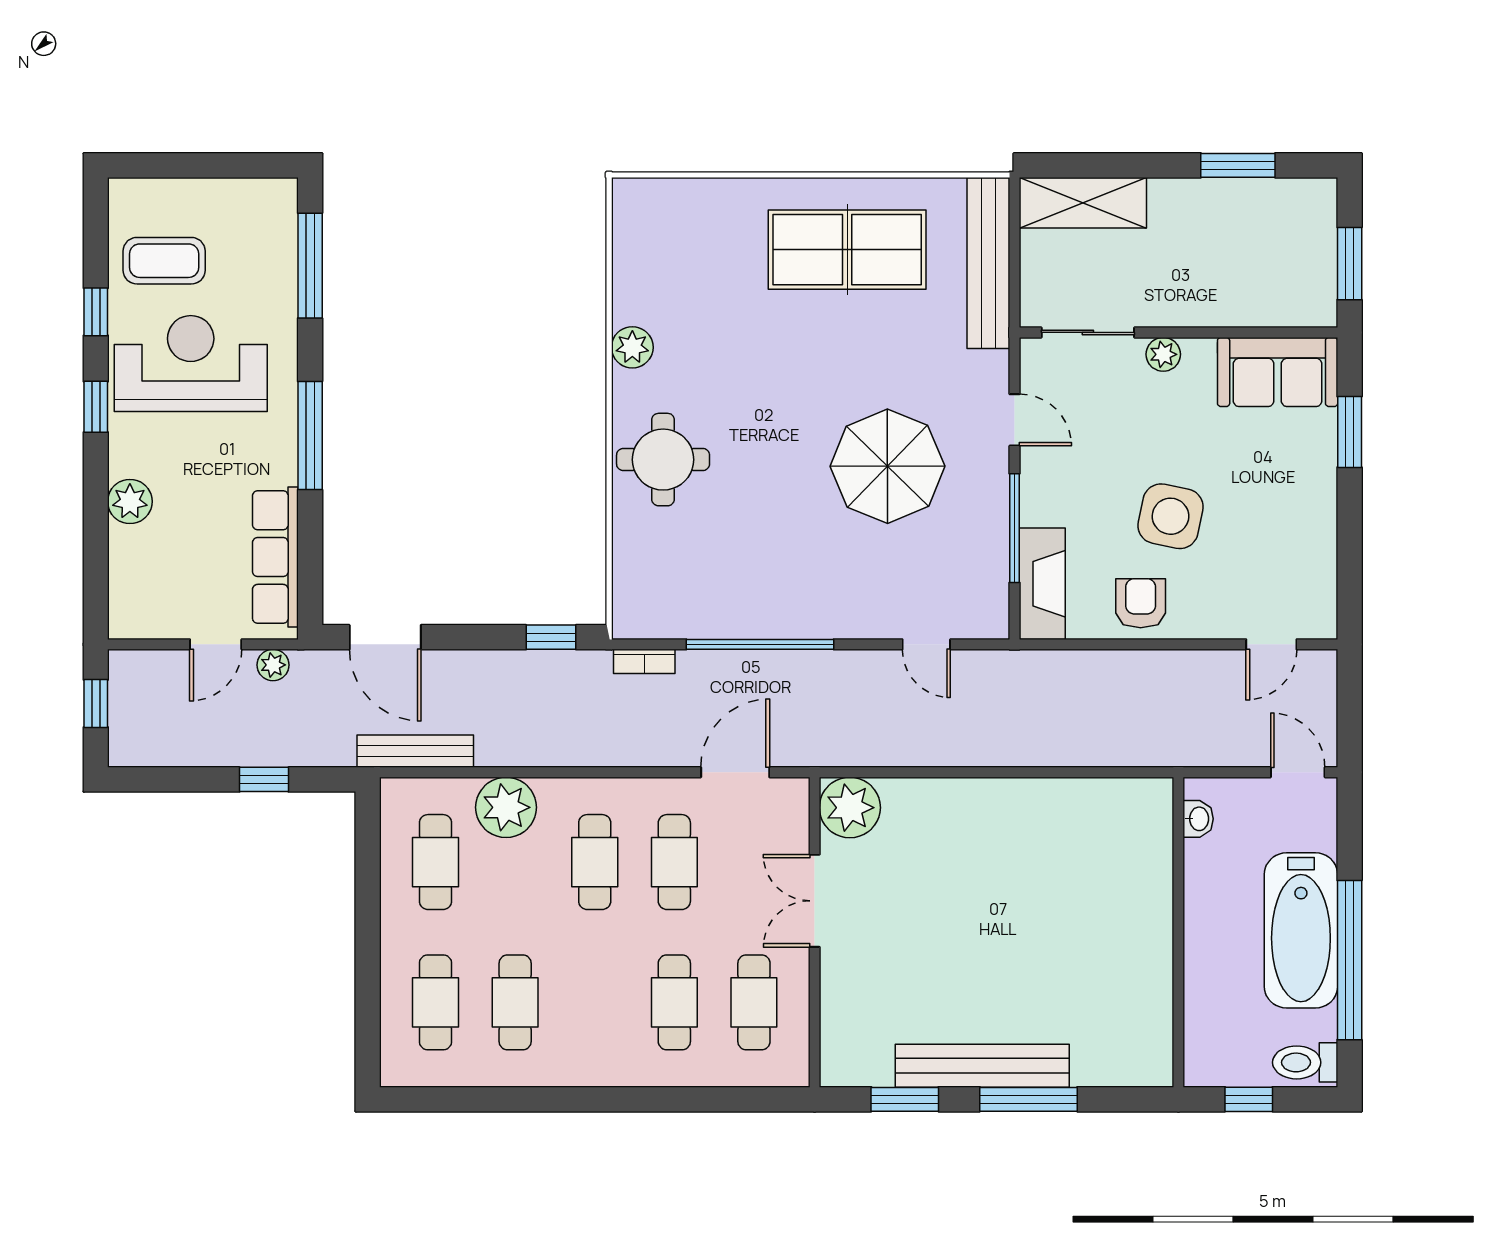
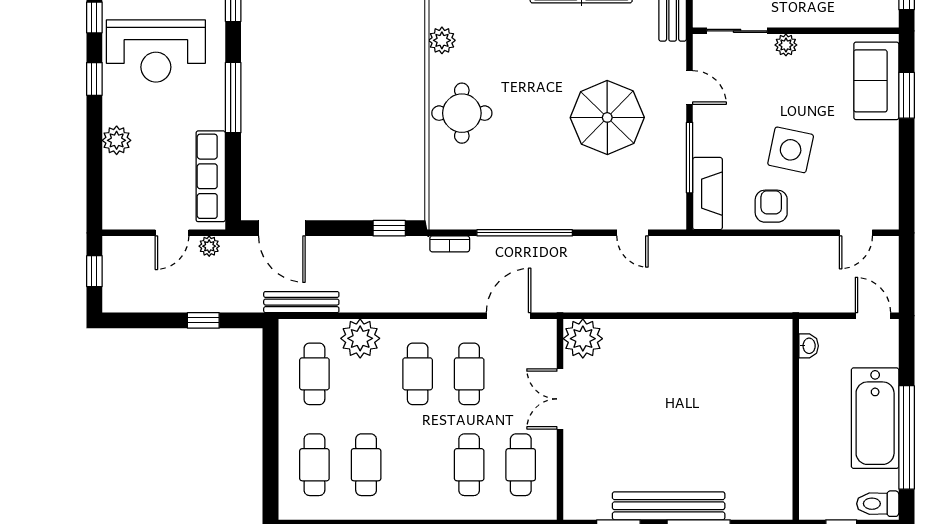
reception desk: (191, 363) -> (156, 51), turned 180
sofa: (1278, 372) -> (876, 81), moved, turned 90

